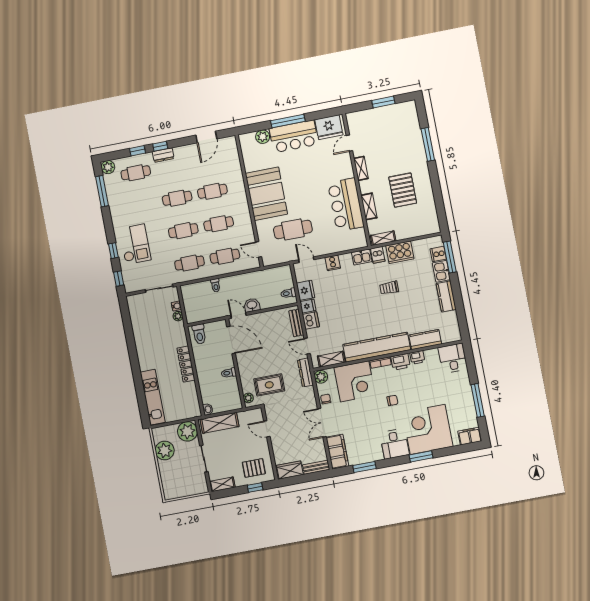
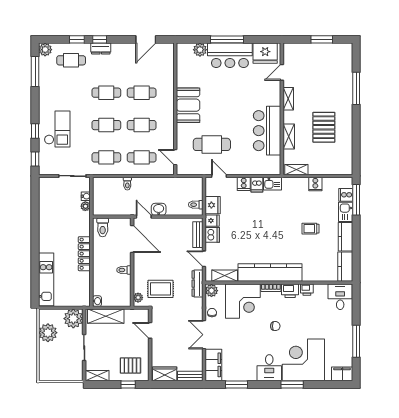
booth: (266, 194) -> (188, 105), width x0.73, depth x0.70
cooker: (400, 252) -> (315, 184), width x0.53, depth x0.76
dishwasher: (378, 255) -> (257, 185), moved
trolley: (389, 288) -> (310, 229), moved
kitchen counter: (425, 340) -> (345, 267), moved, turned -90

